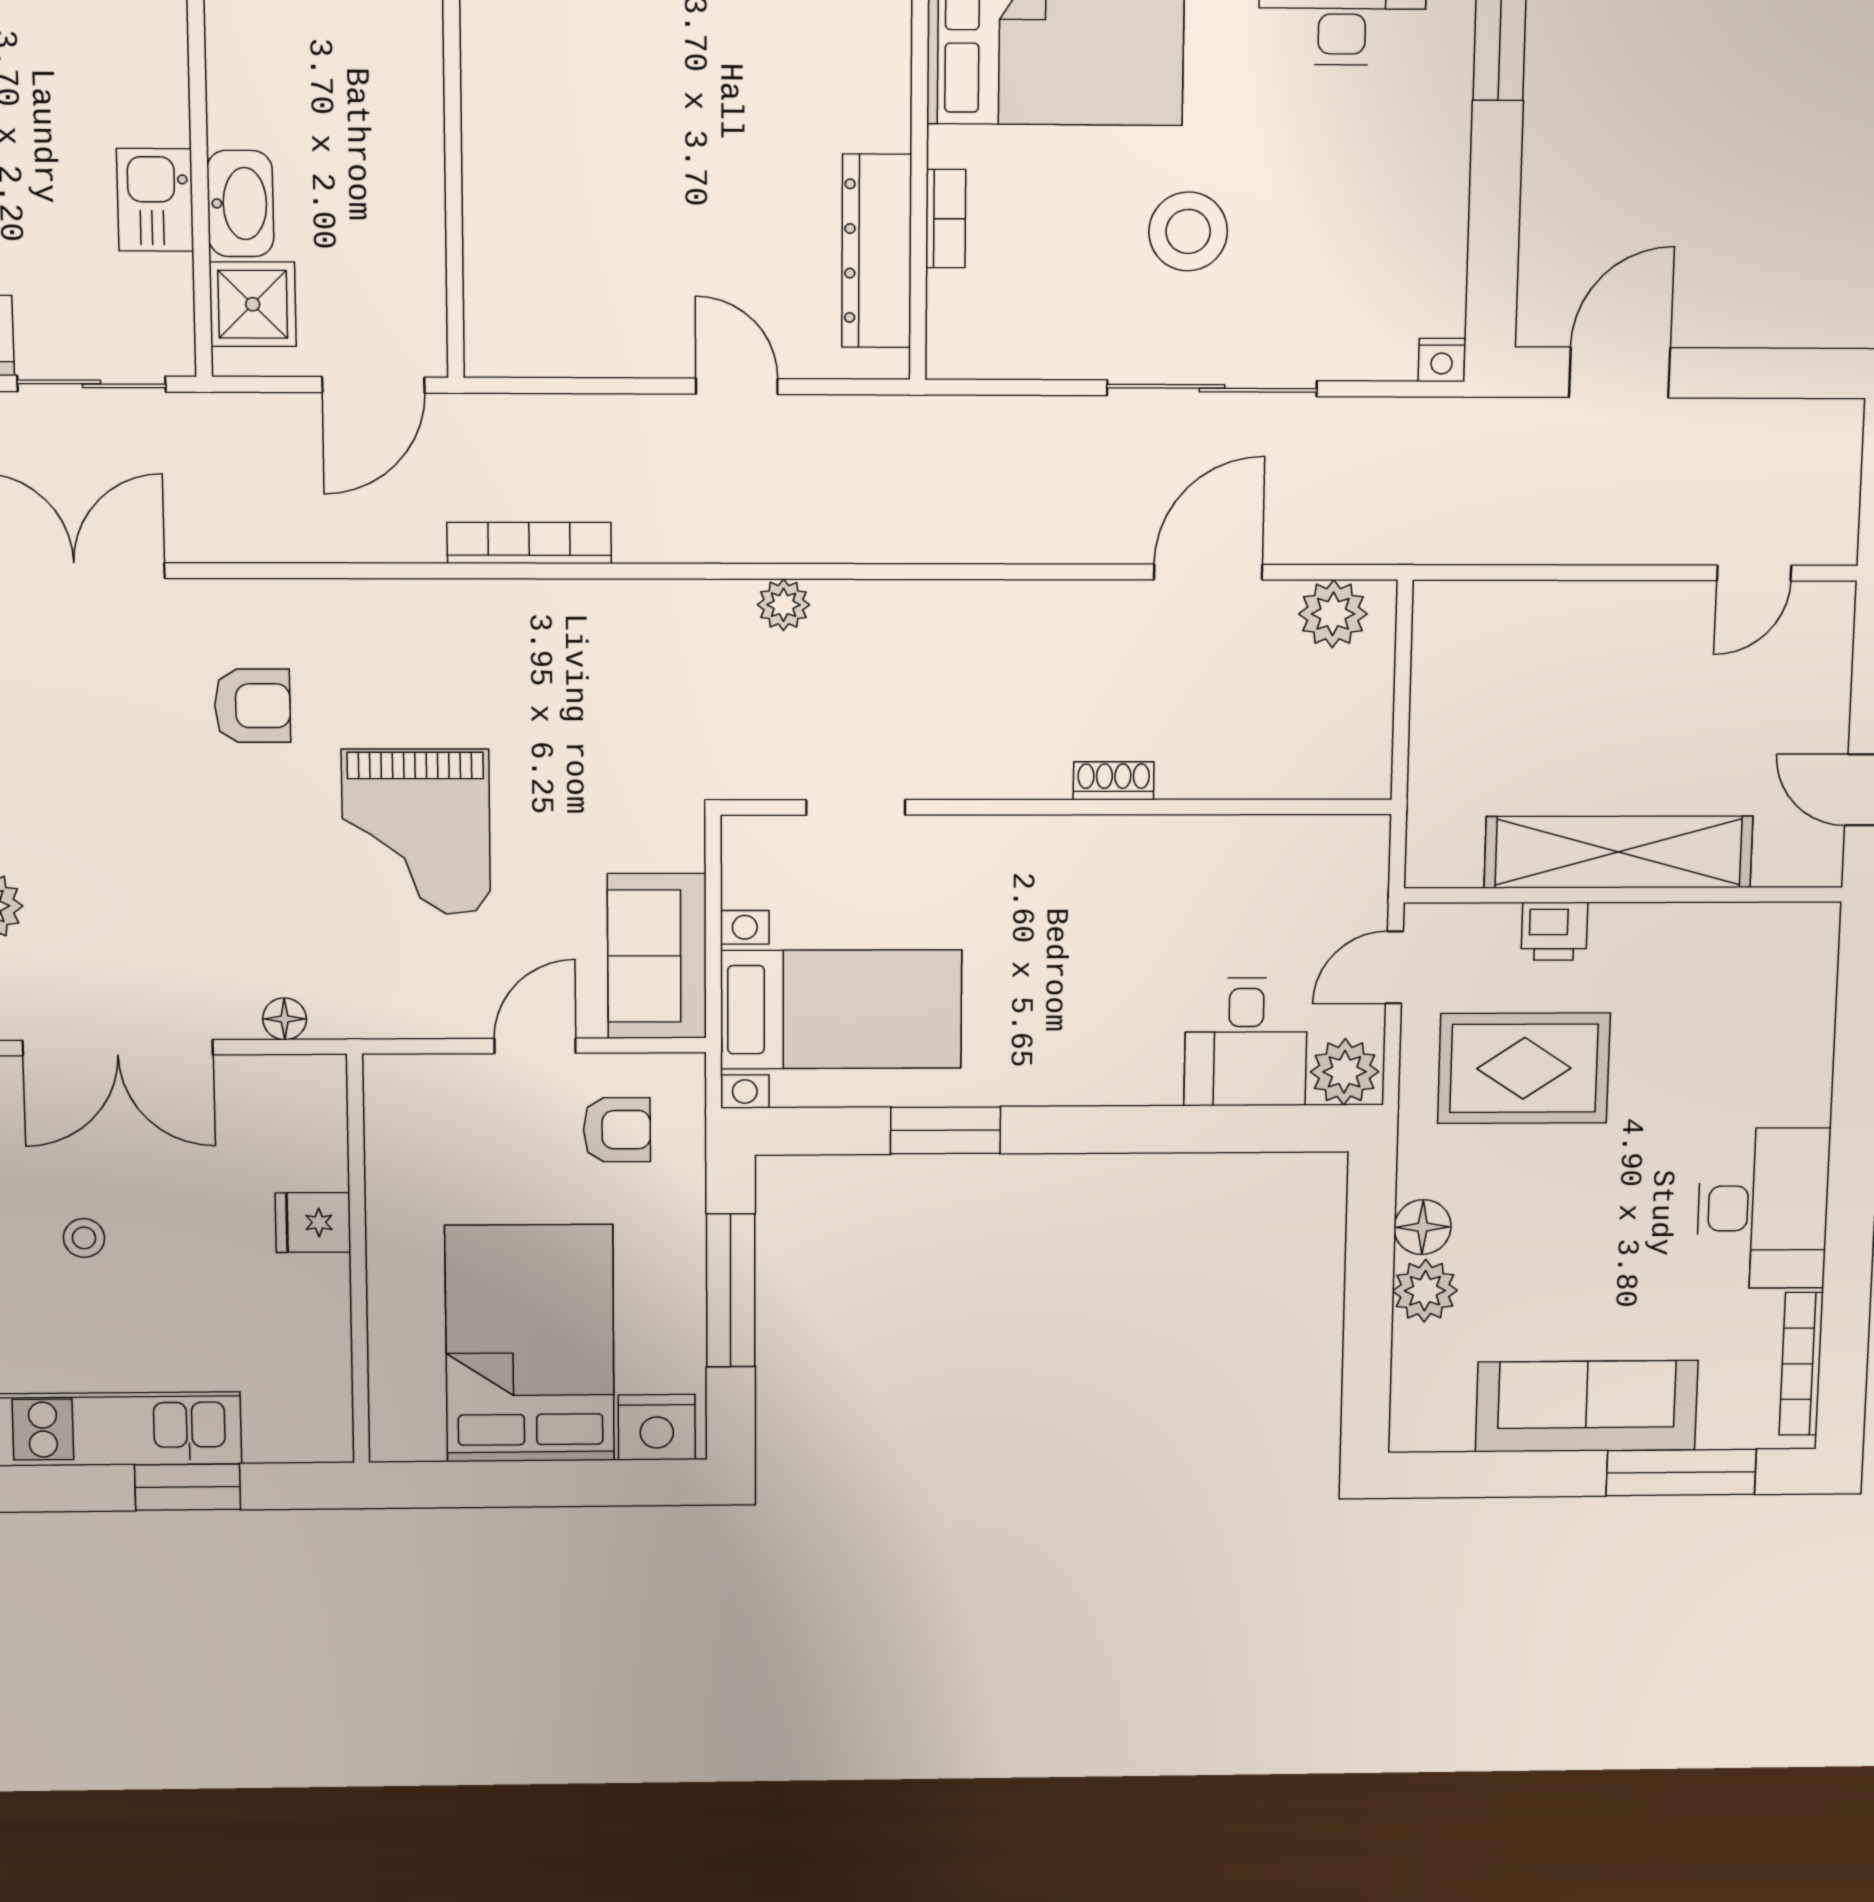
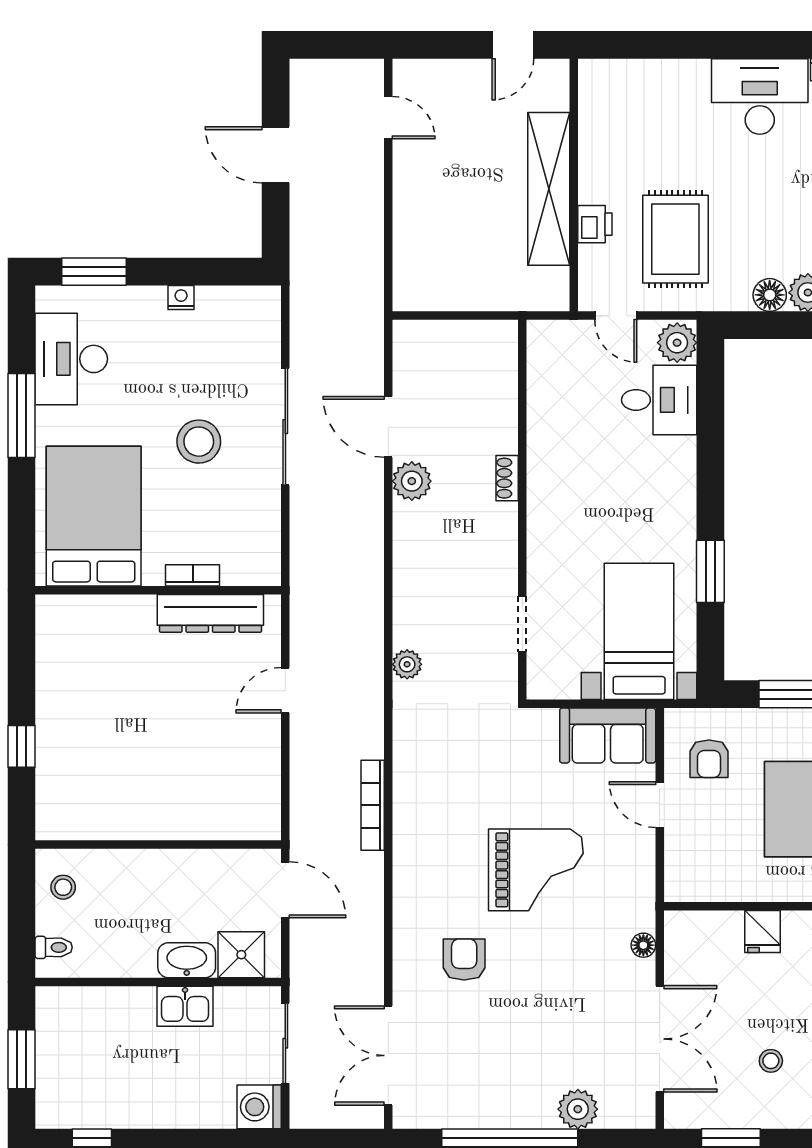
nightstand: (1442, 360) -> (181, 297), moved, turned -90
door: (1620, 373) -> (276, 155), moved
plant: (1333, 614) -> (412, 481), moved
armchair: (617, 1130) -> (709, 759), turned 180

